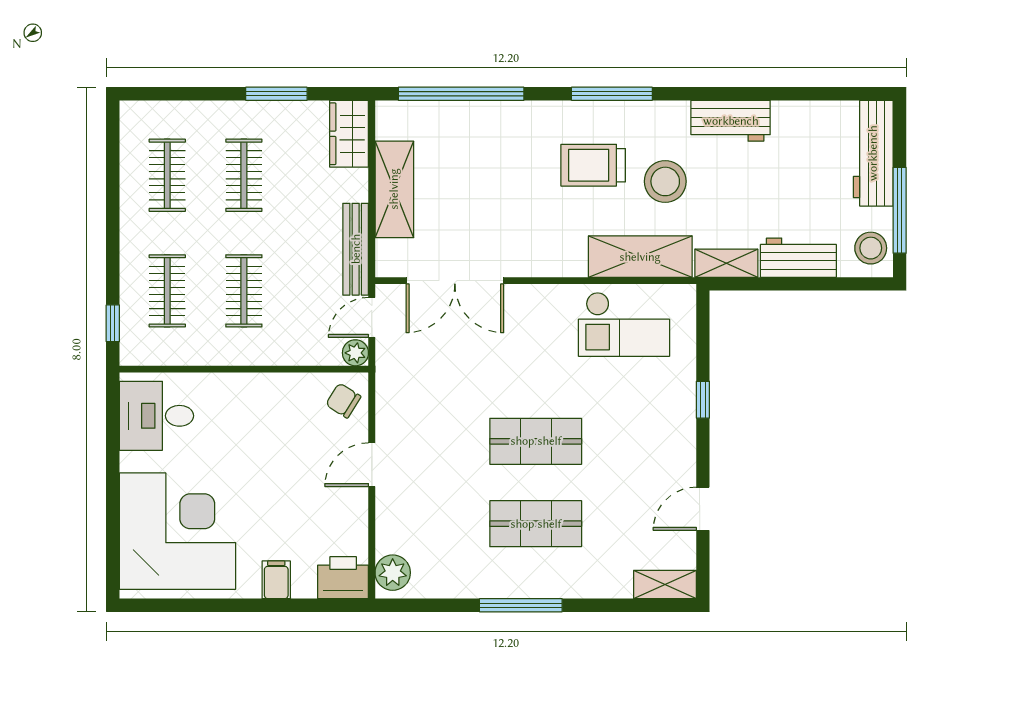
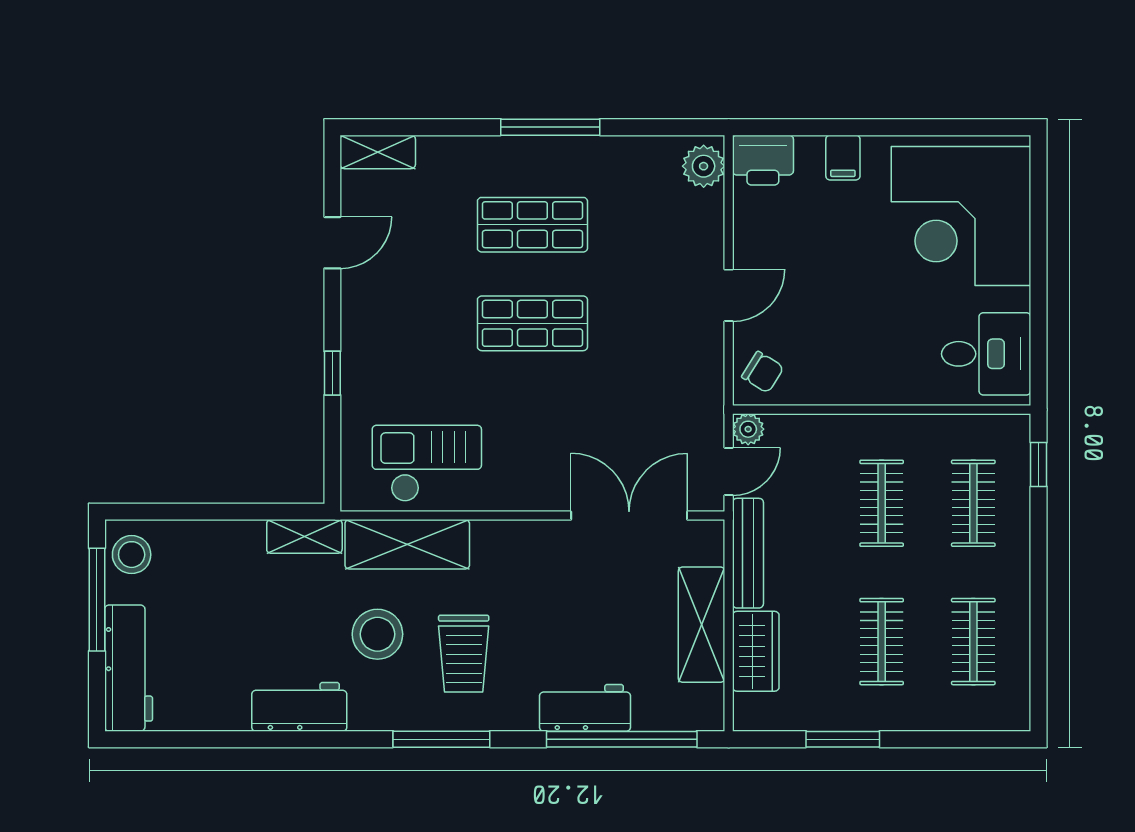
wardrobe: (349, 134) -> (756, 651), moved
trolley: (593, 165) -> (464, 654), turned 90
workbench: (798, 258) -> (585, 708), moved, turned 180

